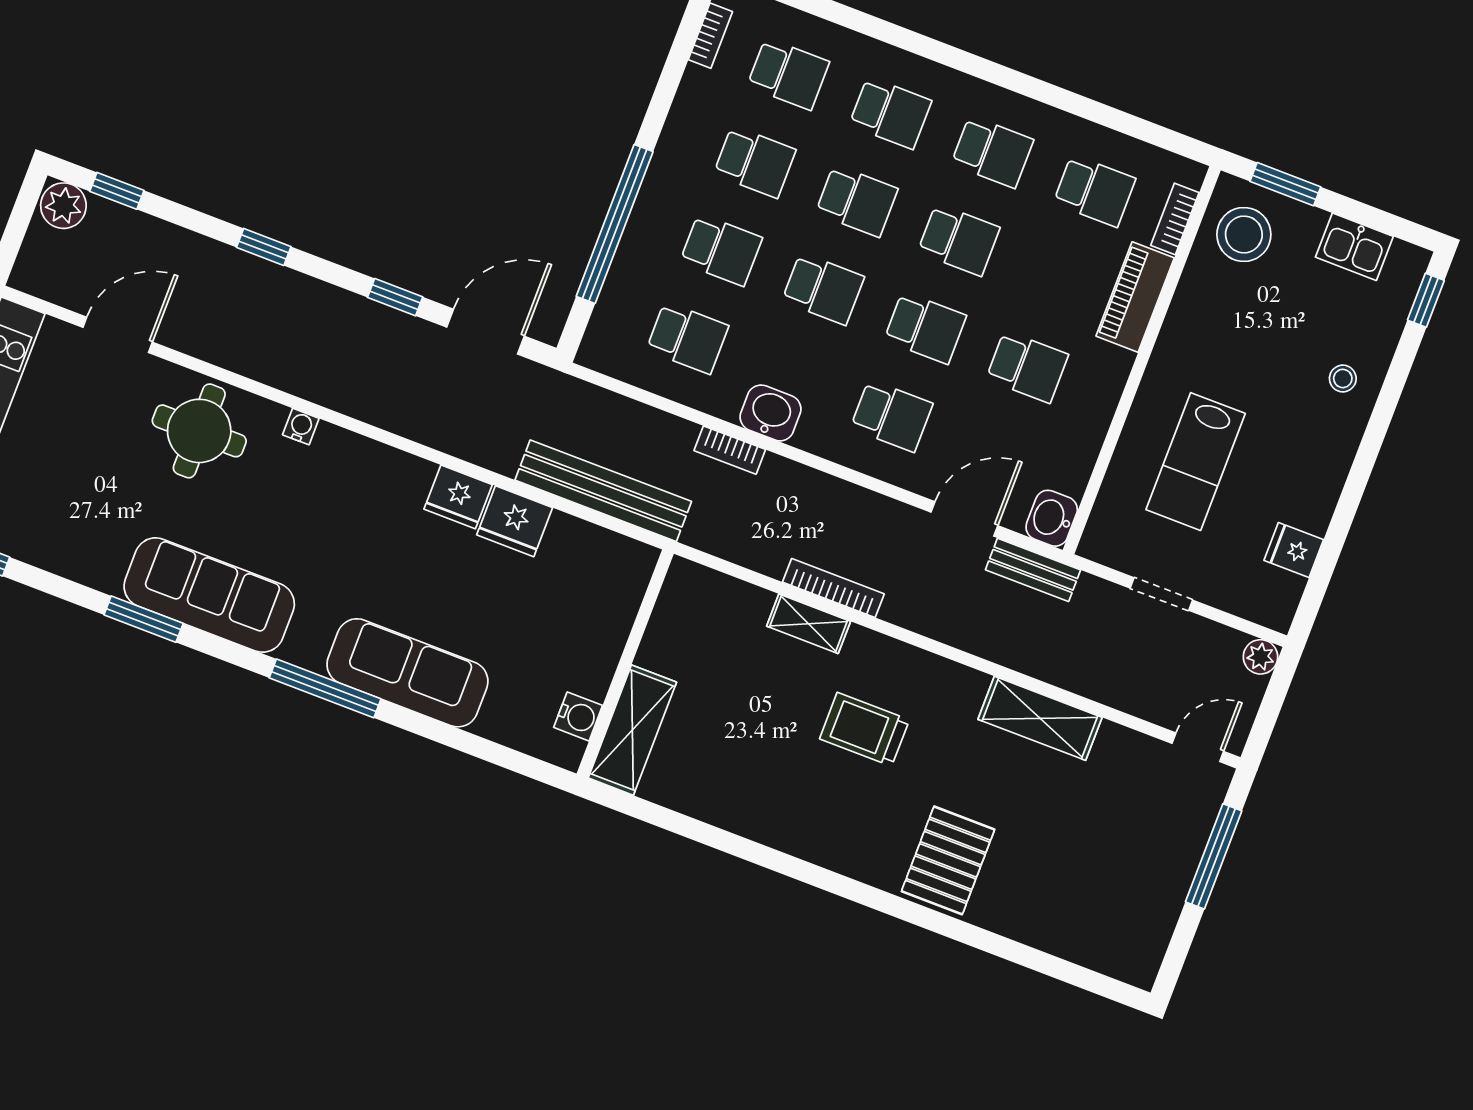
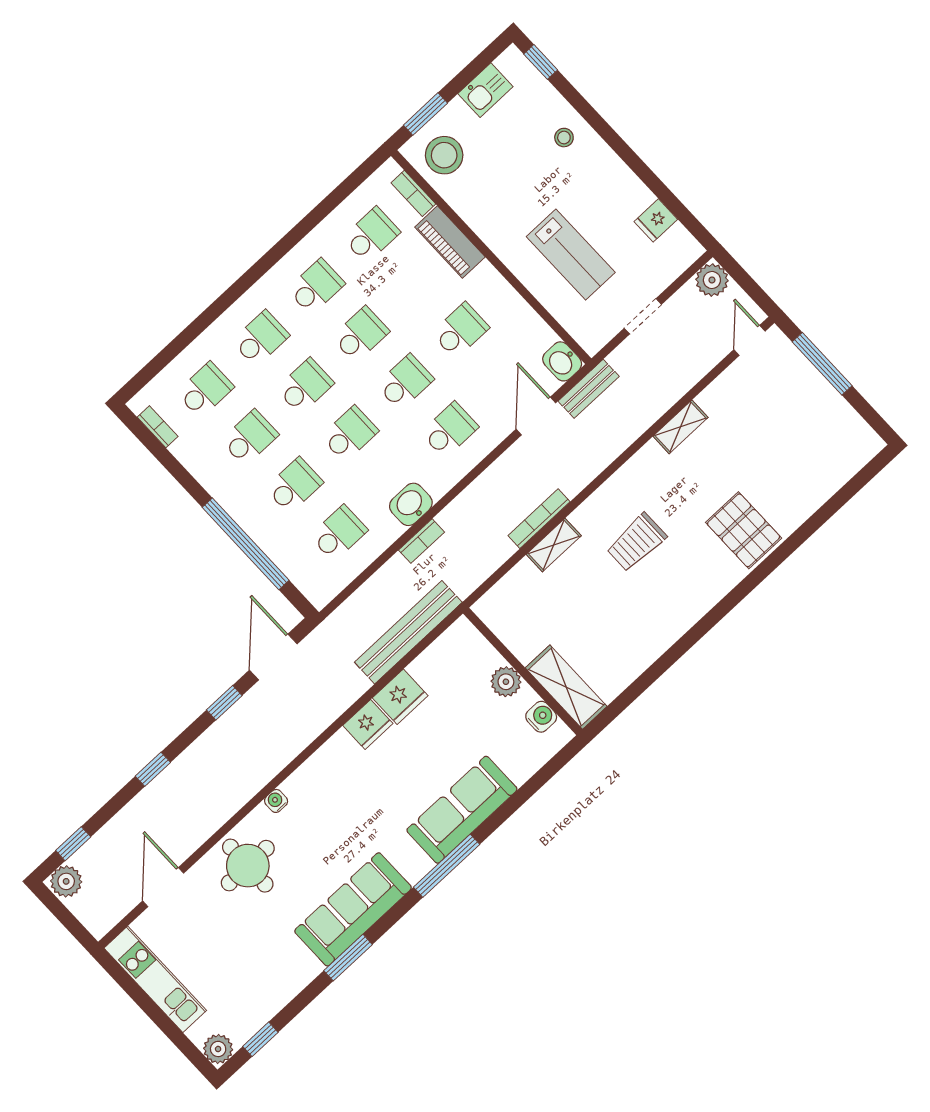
plant: (601, 649) -> (506, 682), added
plant: (1260, 657) -> (712, 280), width x1.38, depth x1.38
shelving: (1040, 718) -> (680, 427), width x0.67, depth x0.75

